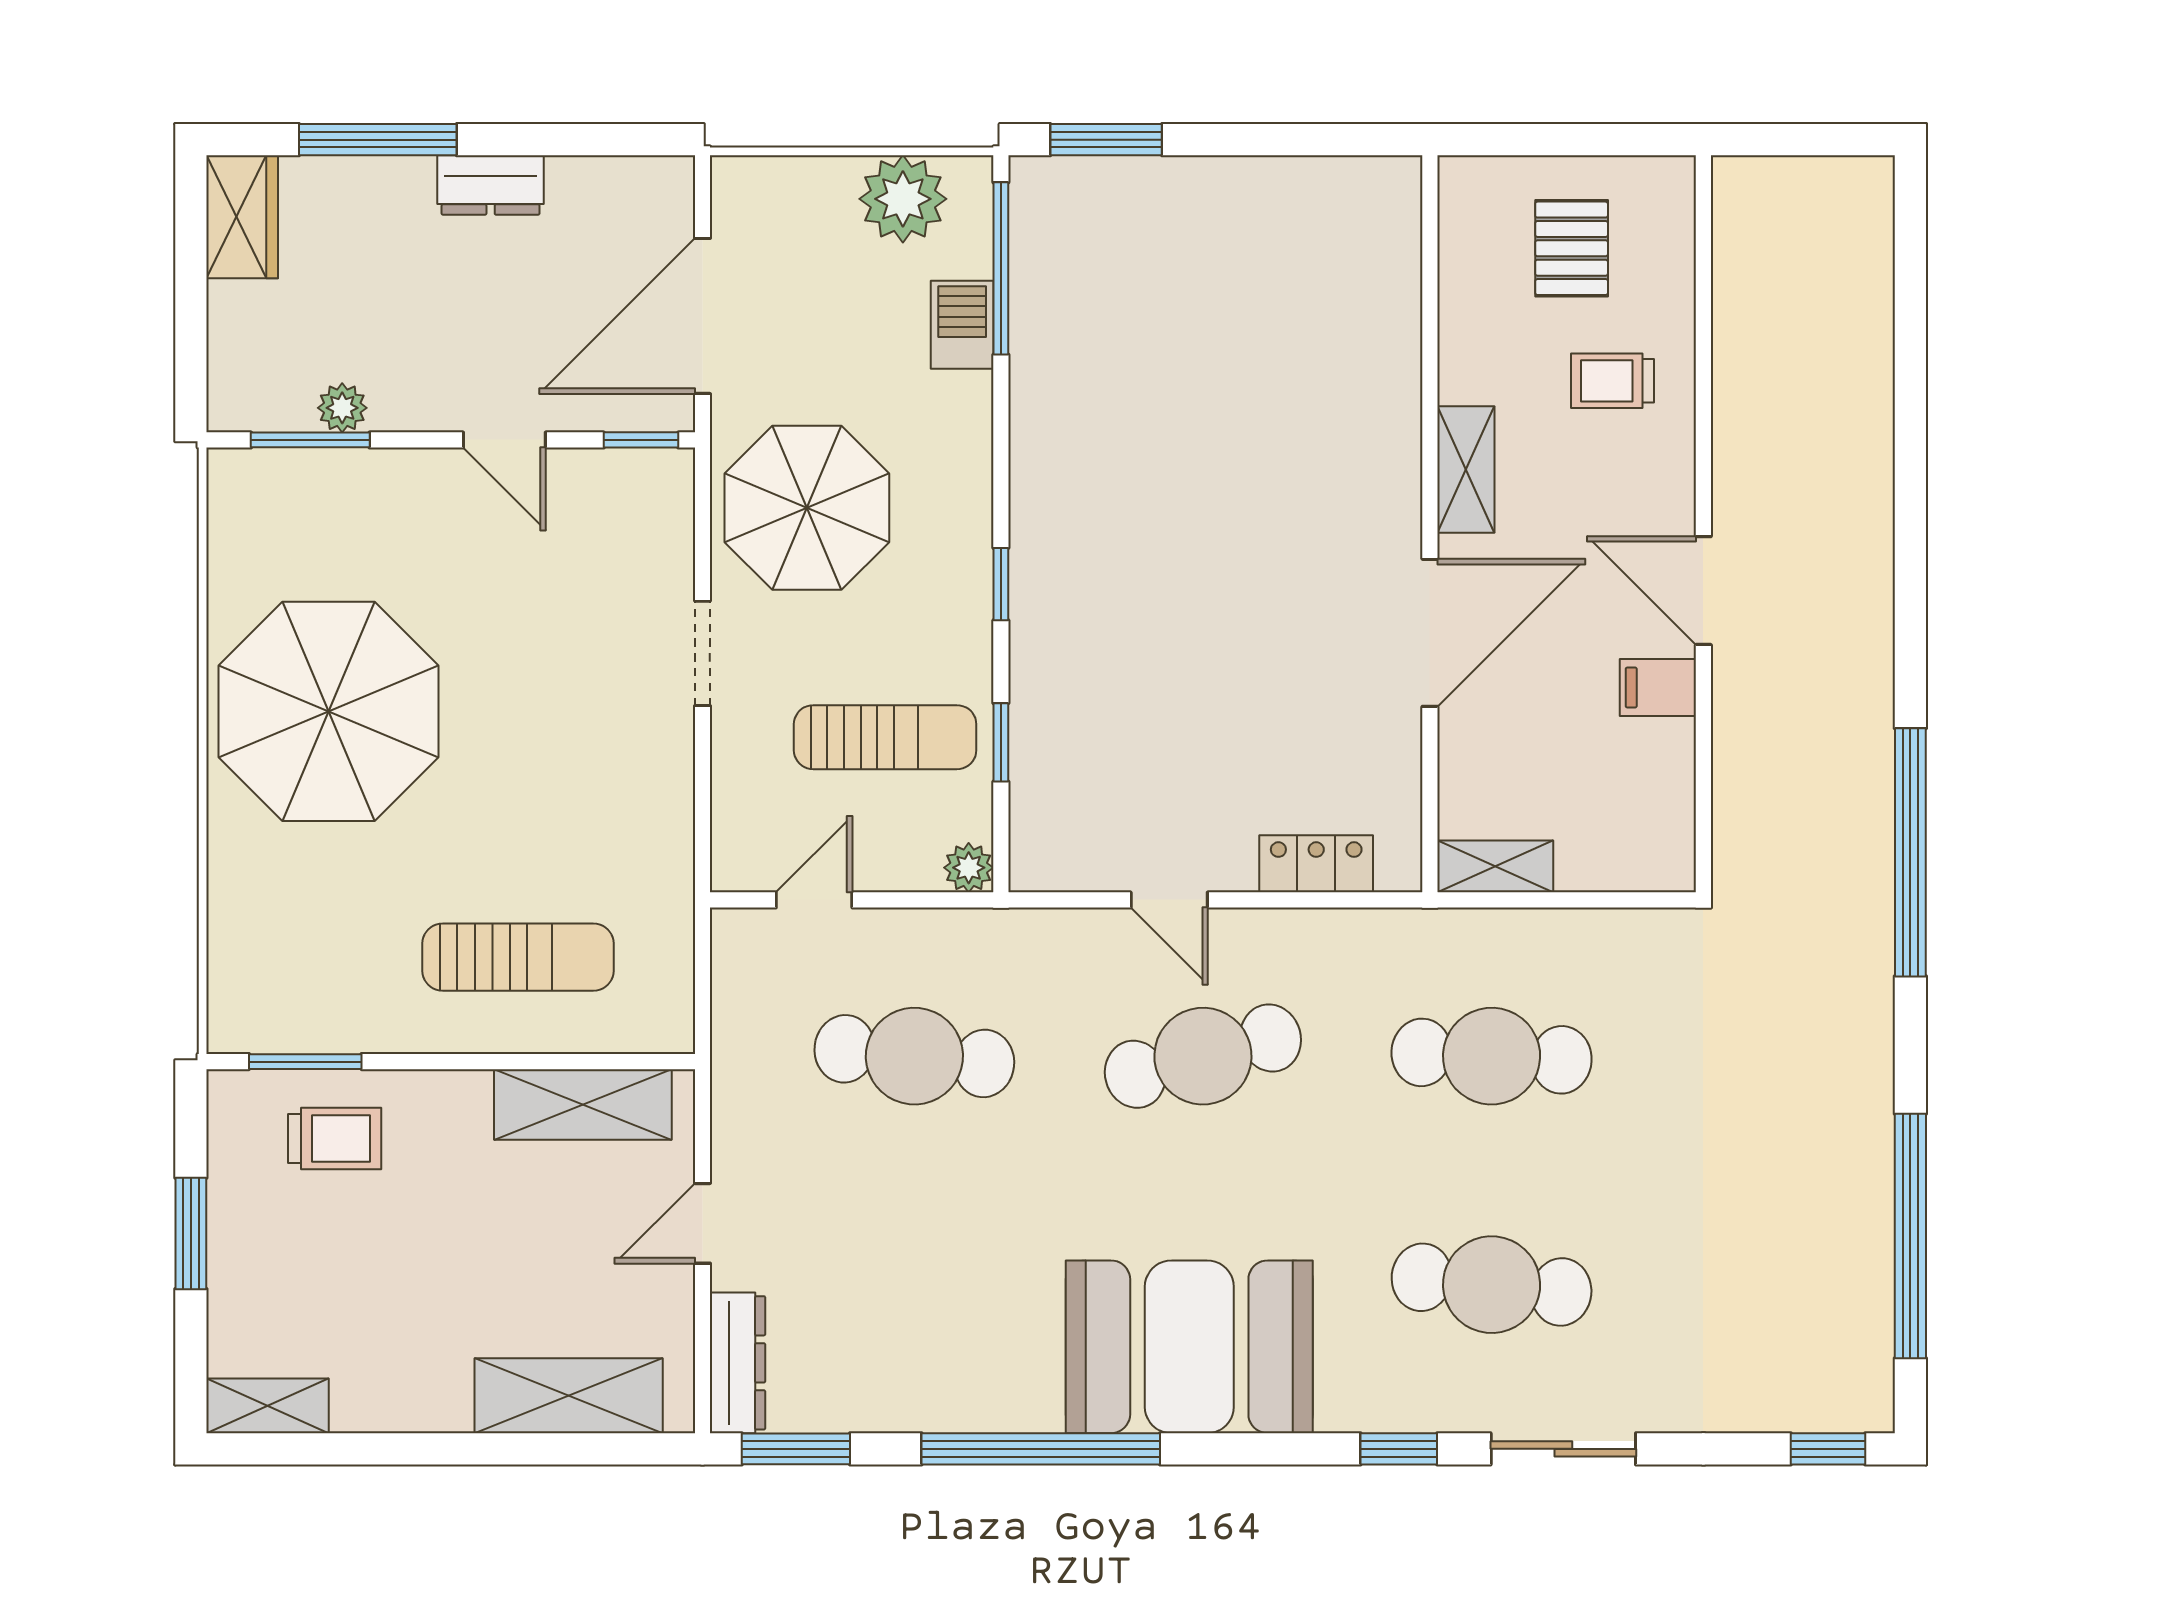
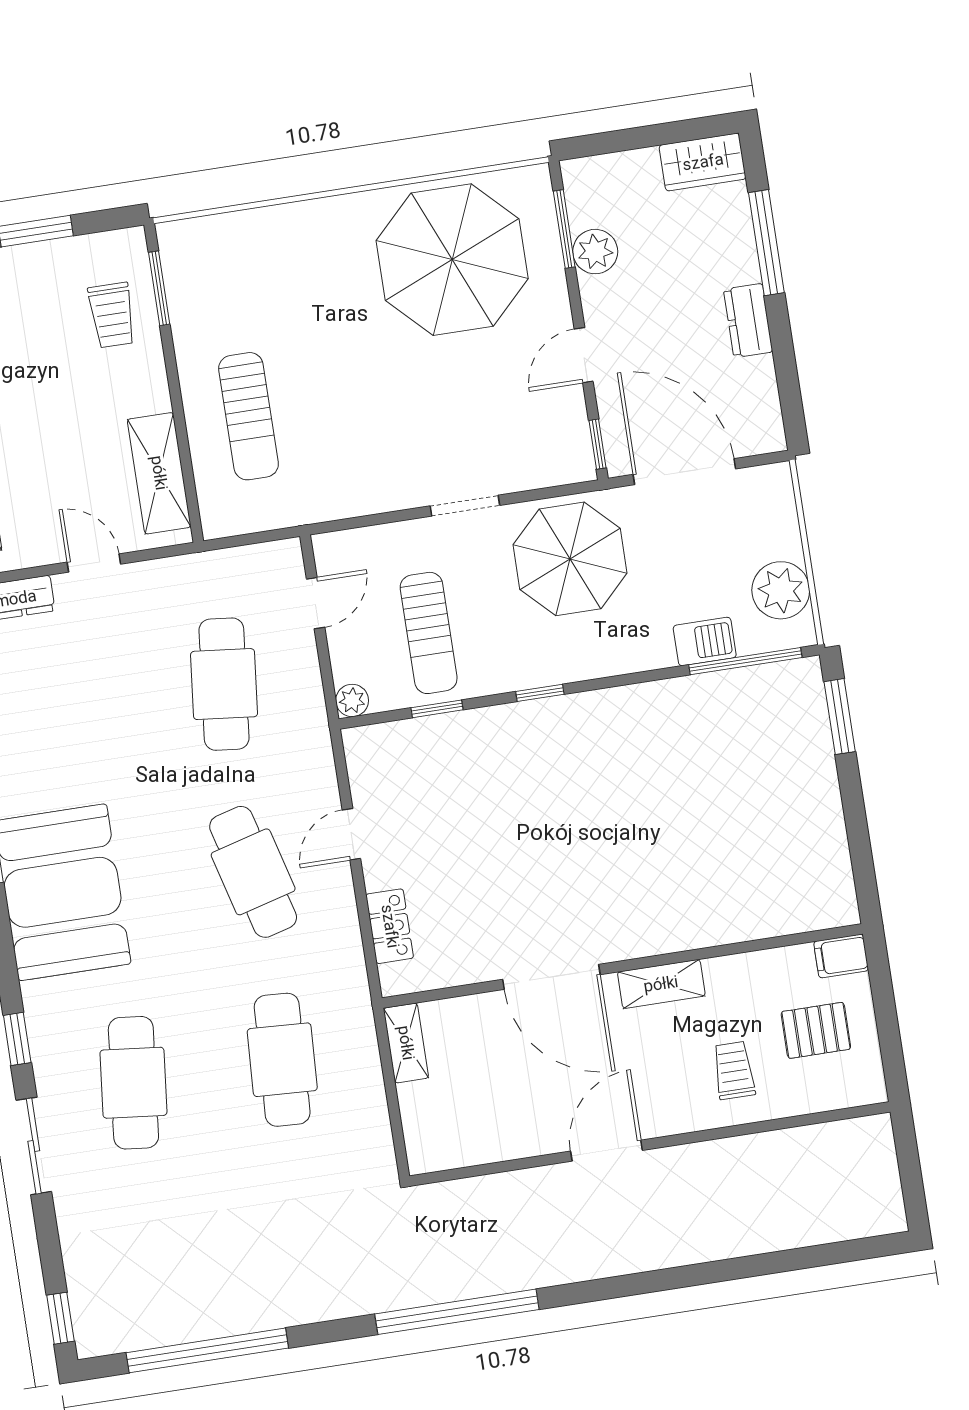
plant: (342, 408) -> (595, 252), width x1.38, depth x1.38
filing cabinet: (1658, 687) -> (841, 956), moved, turned -90
parasol: (329, 711) -> (452, 260), moved
door: (814, 900) -> (316, 603), hinge flipped

